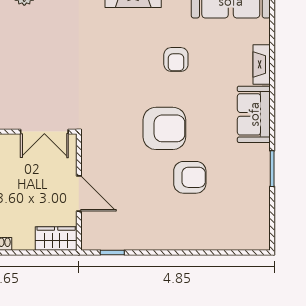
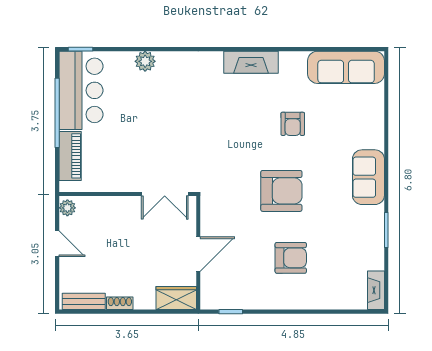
fireplace: (262, 64) -> (376, 290), moved
armchair: (190, 177) -> (291, 258), moved
door: (79, 193) -> (198, 254), hinge flipped

